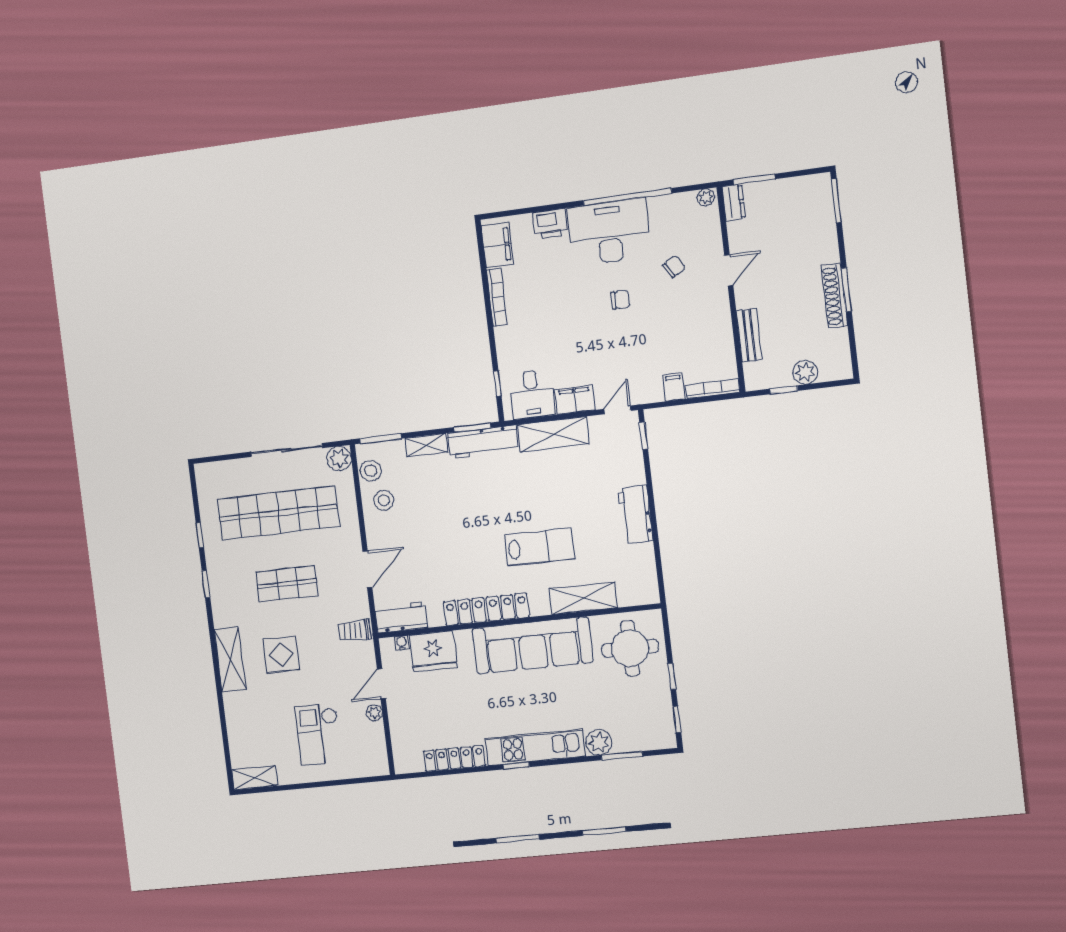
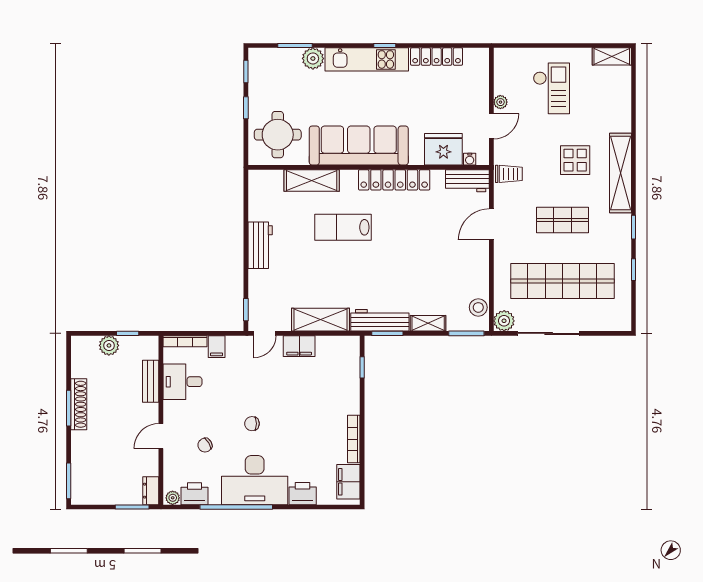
printer: (680, 206) -> (194, 494), added
desk: (532, 394) -> (182, 382), moved, turned -90
stool: (384, 500) -> (470, 281), removed
shelving: (230, 660) -> (620, 173), width x1.47

